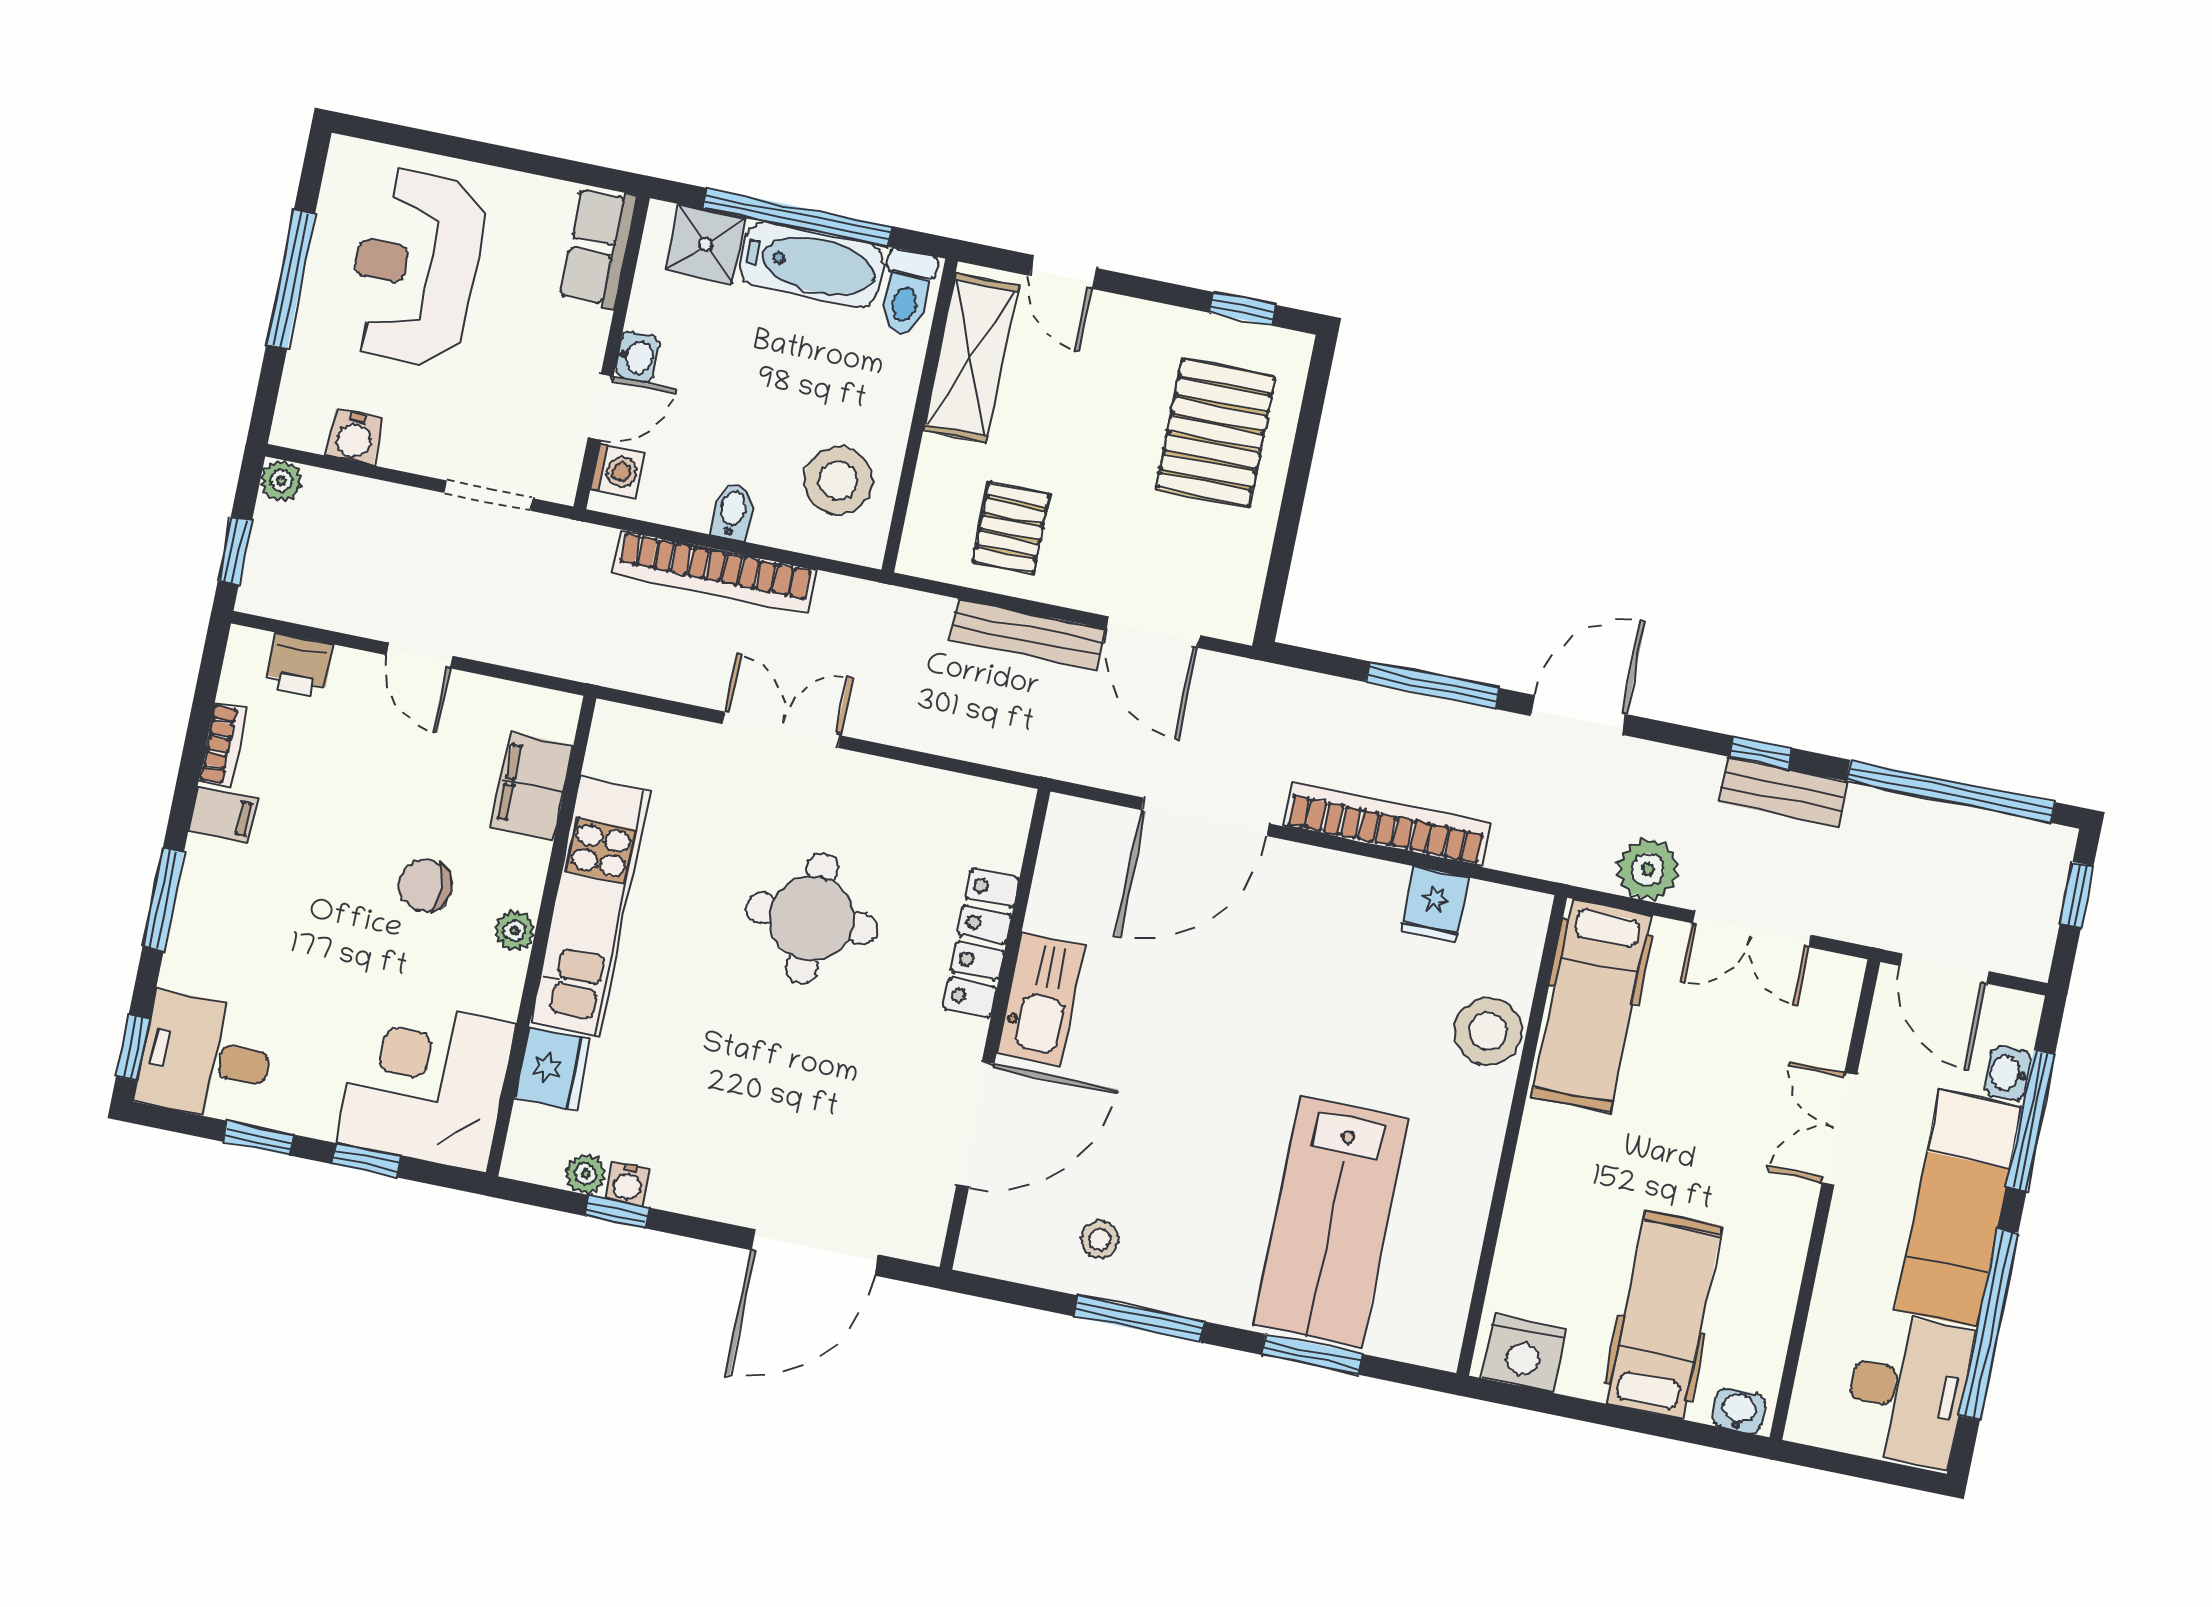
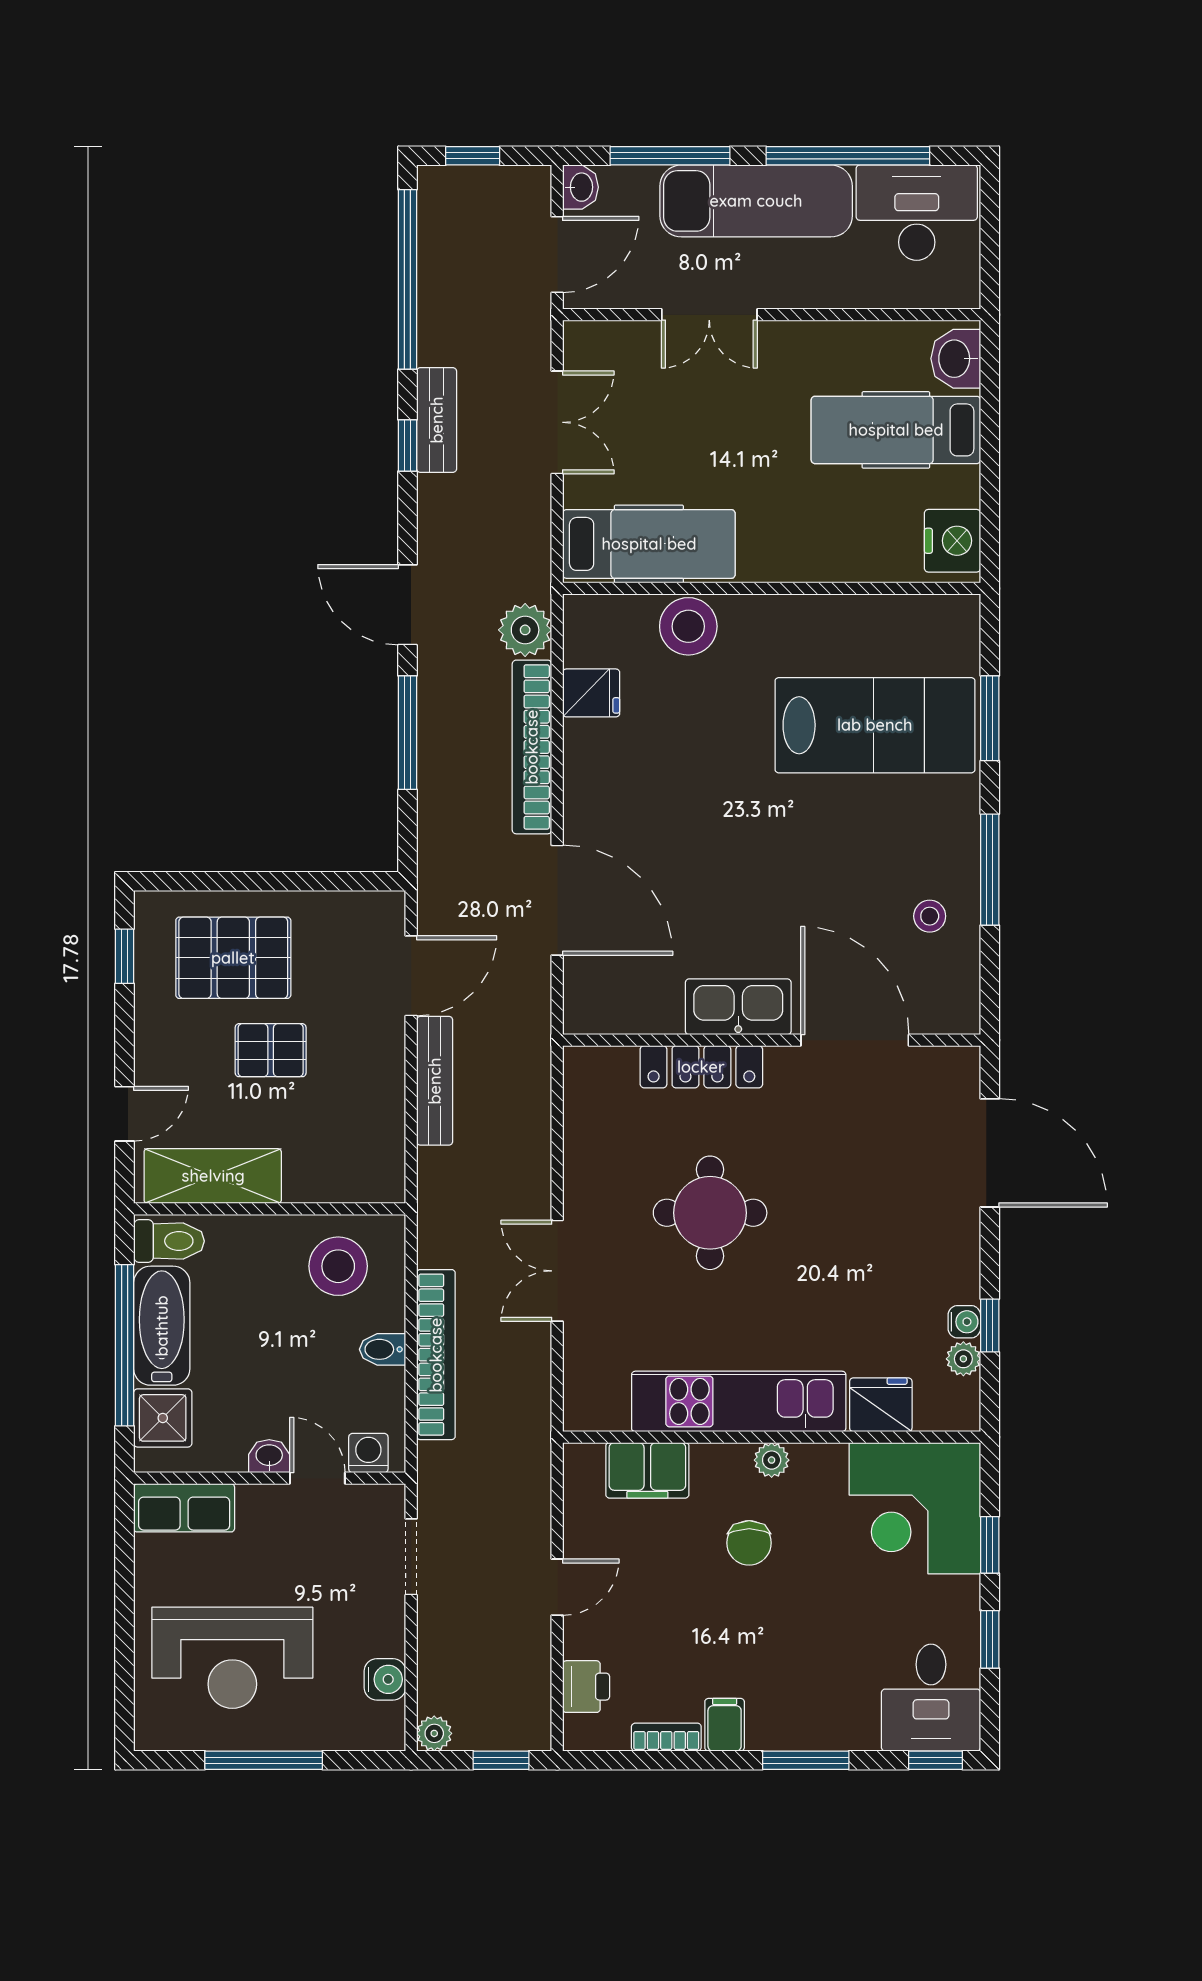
pallet: (1011, 528) -> (271, 1050), moved
plant: (1648, 869) -> (525, 630), moved
washbasin: (2008, 1073) -> (580, 187), moved, turned -90
washbasin: (1739, 1411) -> (956, 359), width x1.38, depth x1.45

